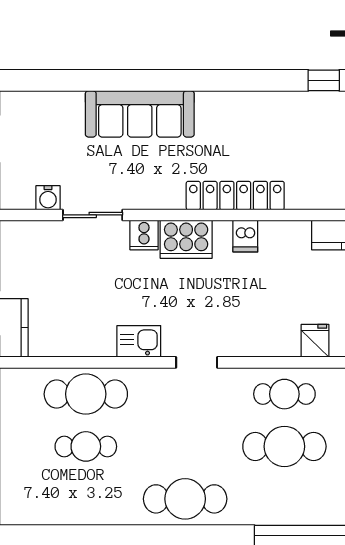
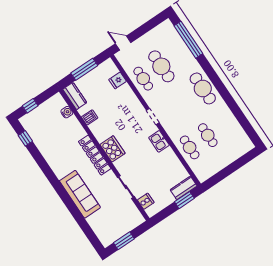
locker: (235, 196) -> (95, 155), moved
water cooler: (48, 198) -> (67, 112), moved
cooker: (144, 235) -> (146, 201), moved
dishwasher: (245, 236) -> (90, 117), moved
cafe table: (86, 394) -> (190, 147), width x0.73, depth x0.74

